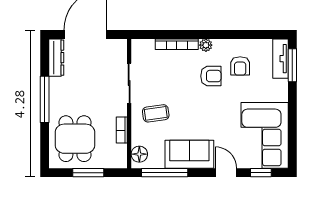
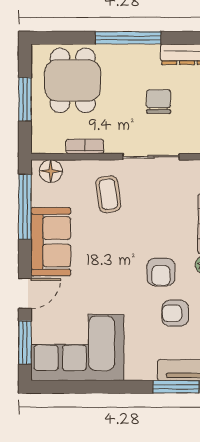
chair: (90, 78) -> (159, 102), added
dining table: (75, 139) -> (73, 80), turned 90
window: (261, 173) -> (25, 342), width x1.50

